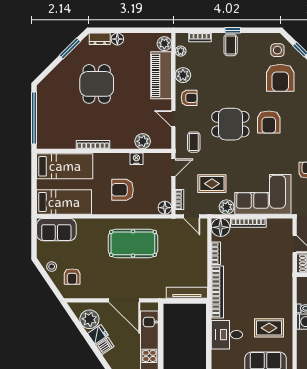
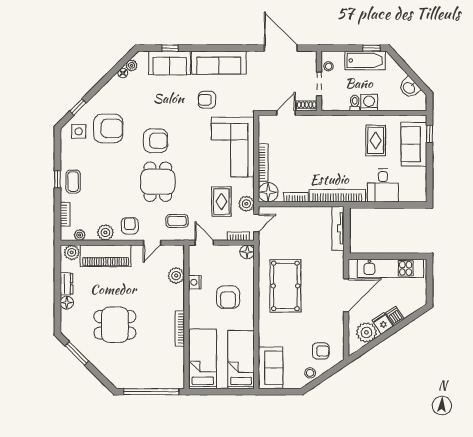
dresser: (100, 39) -> (67, 284), moved
coffee table: (231, 45) -> (73, 182), turned 90
plant: (227, 207) -> (246, 204), moved

